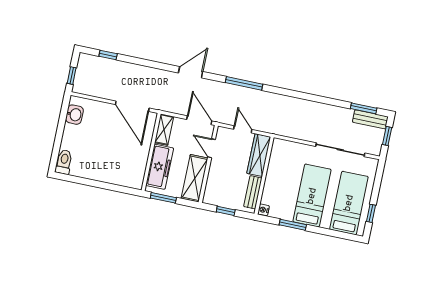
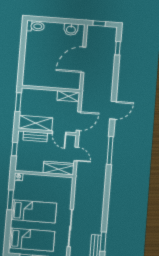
door: (191, 72) -> (113, 110), hinge flipped
door: (132, 106) -> (83, 60), moved
door: (243, 129) -> (76, 154), hinge flipped
door: (212, 148) -> (59, 133), swing flipped
freezer: (160, 167) -> (41, 96), removed
bench: (253, 192) -> (35, 137), moved

